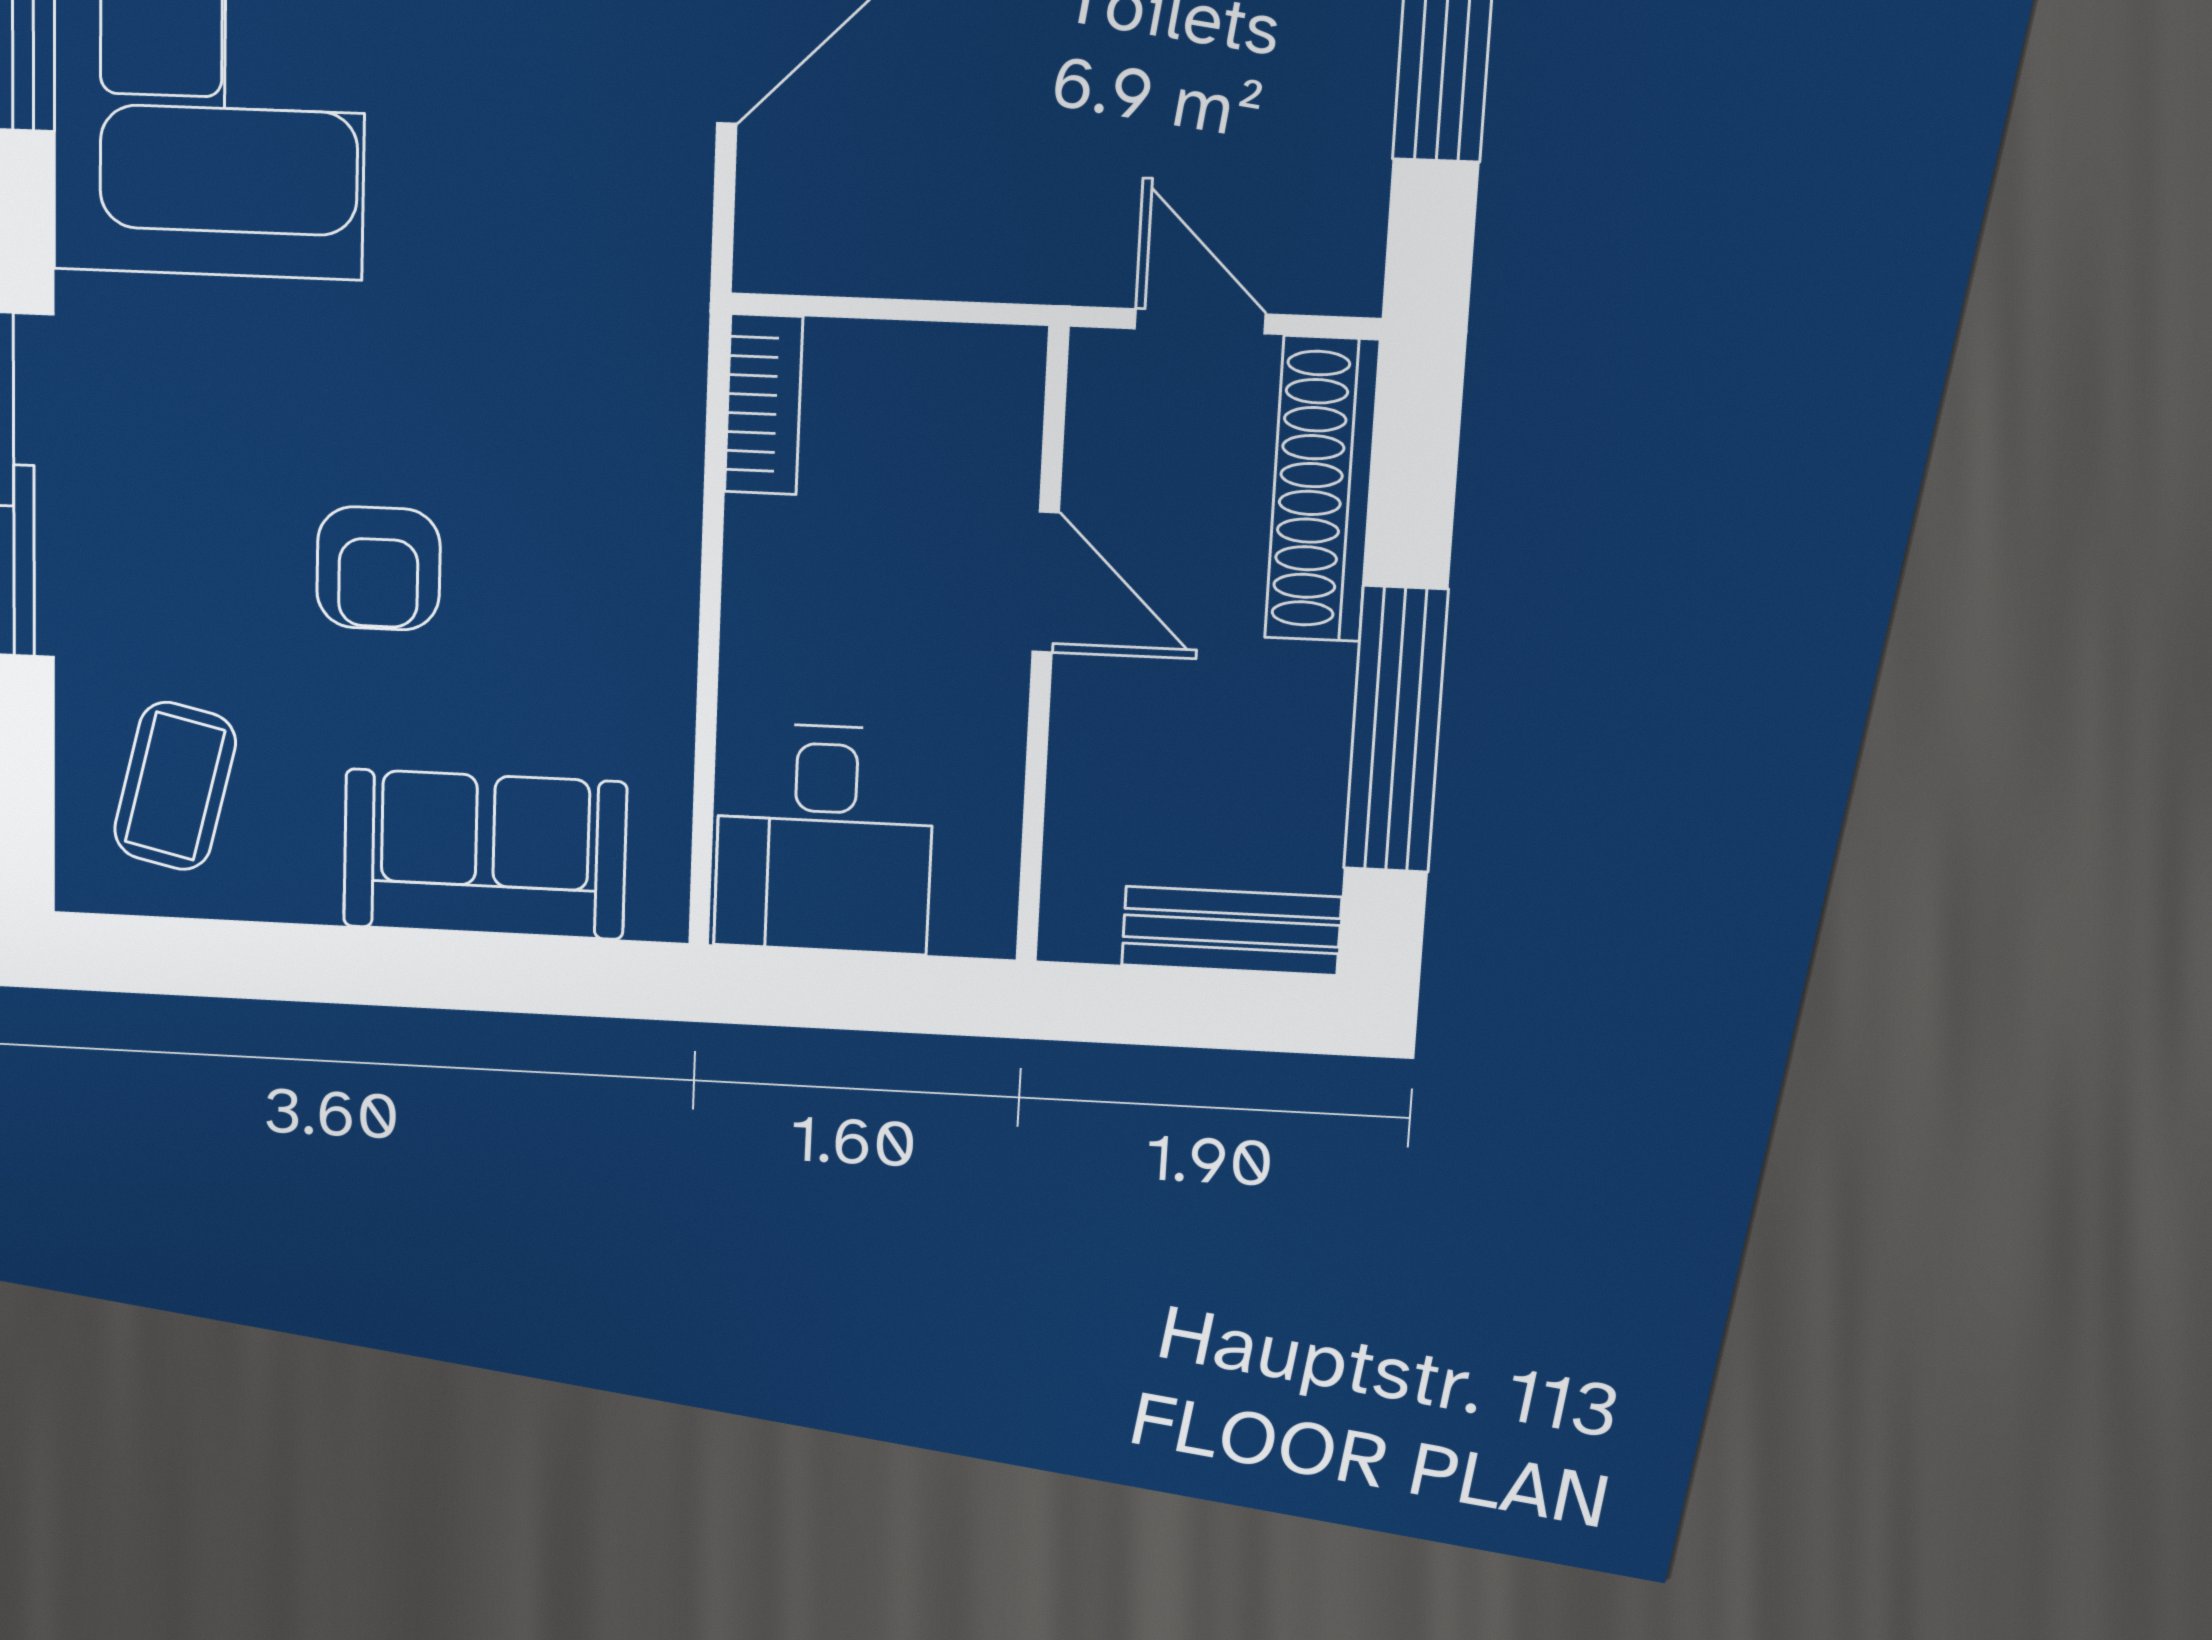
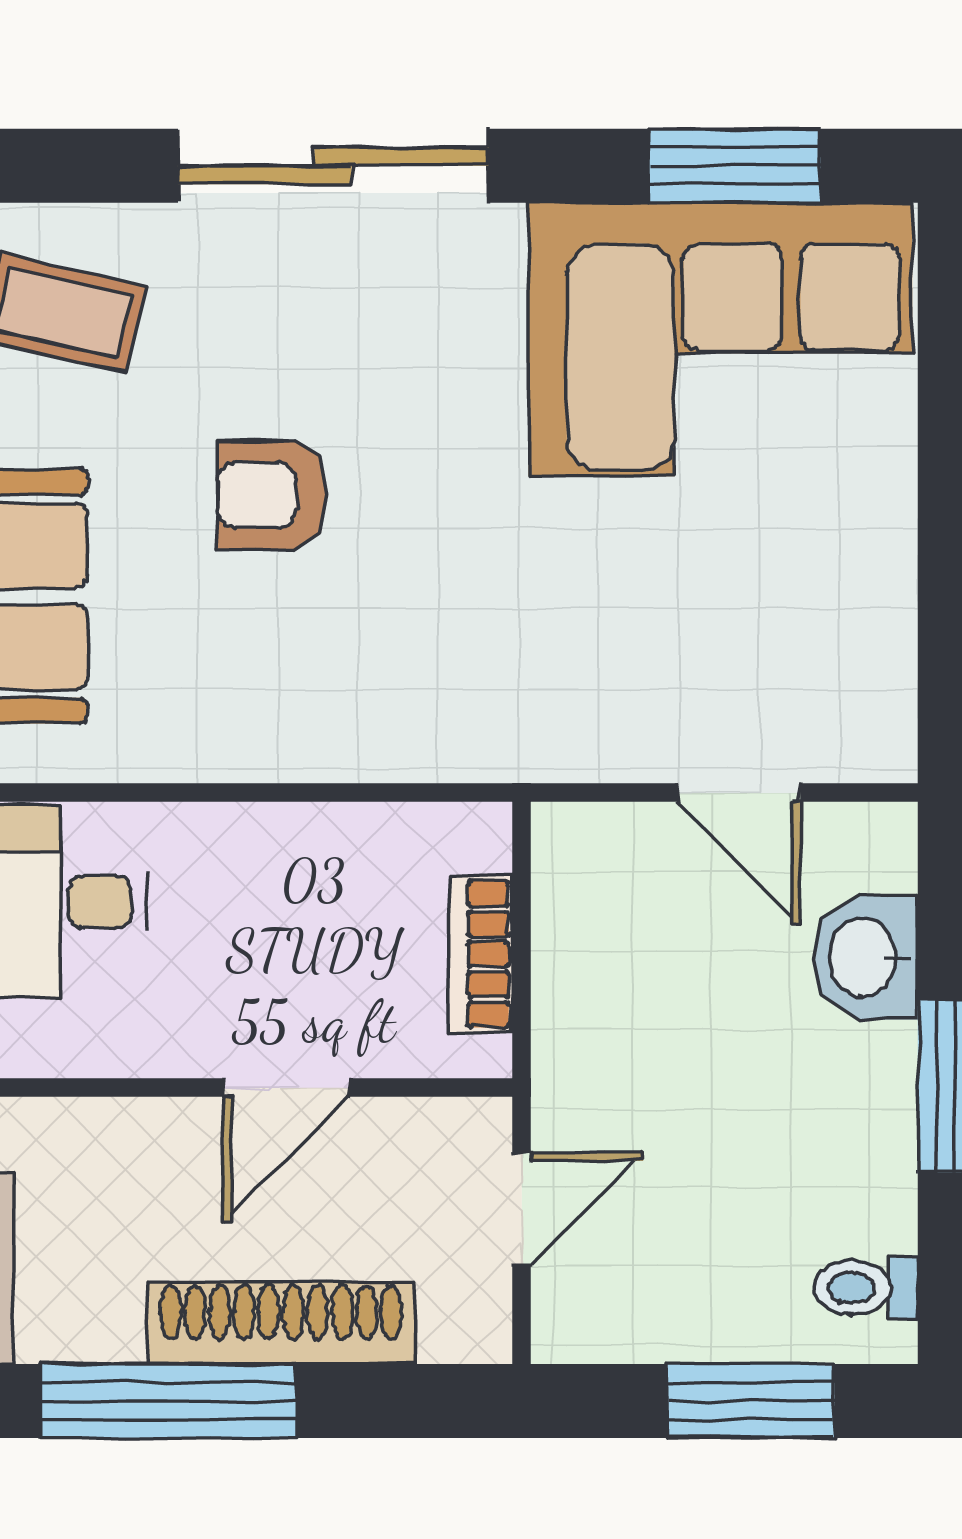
bookcase: (764, 404) -> (481, 954), moved, turned 90
shoe rack: (1322, 489) -> (281, 1323), moved

